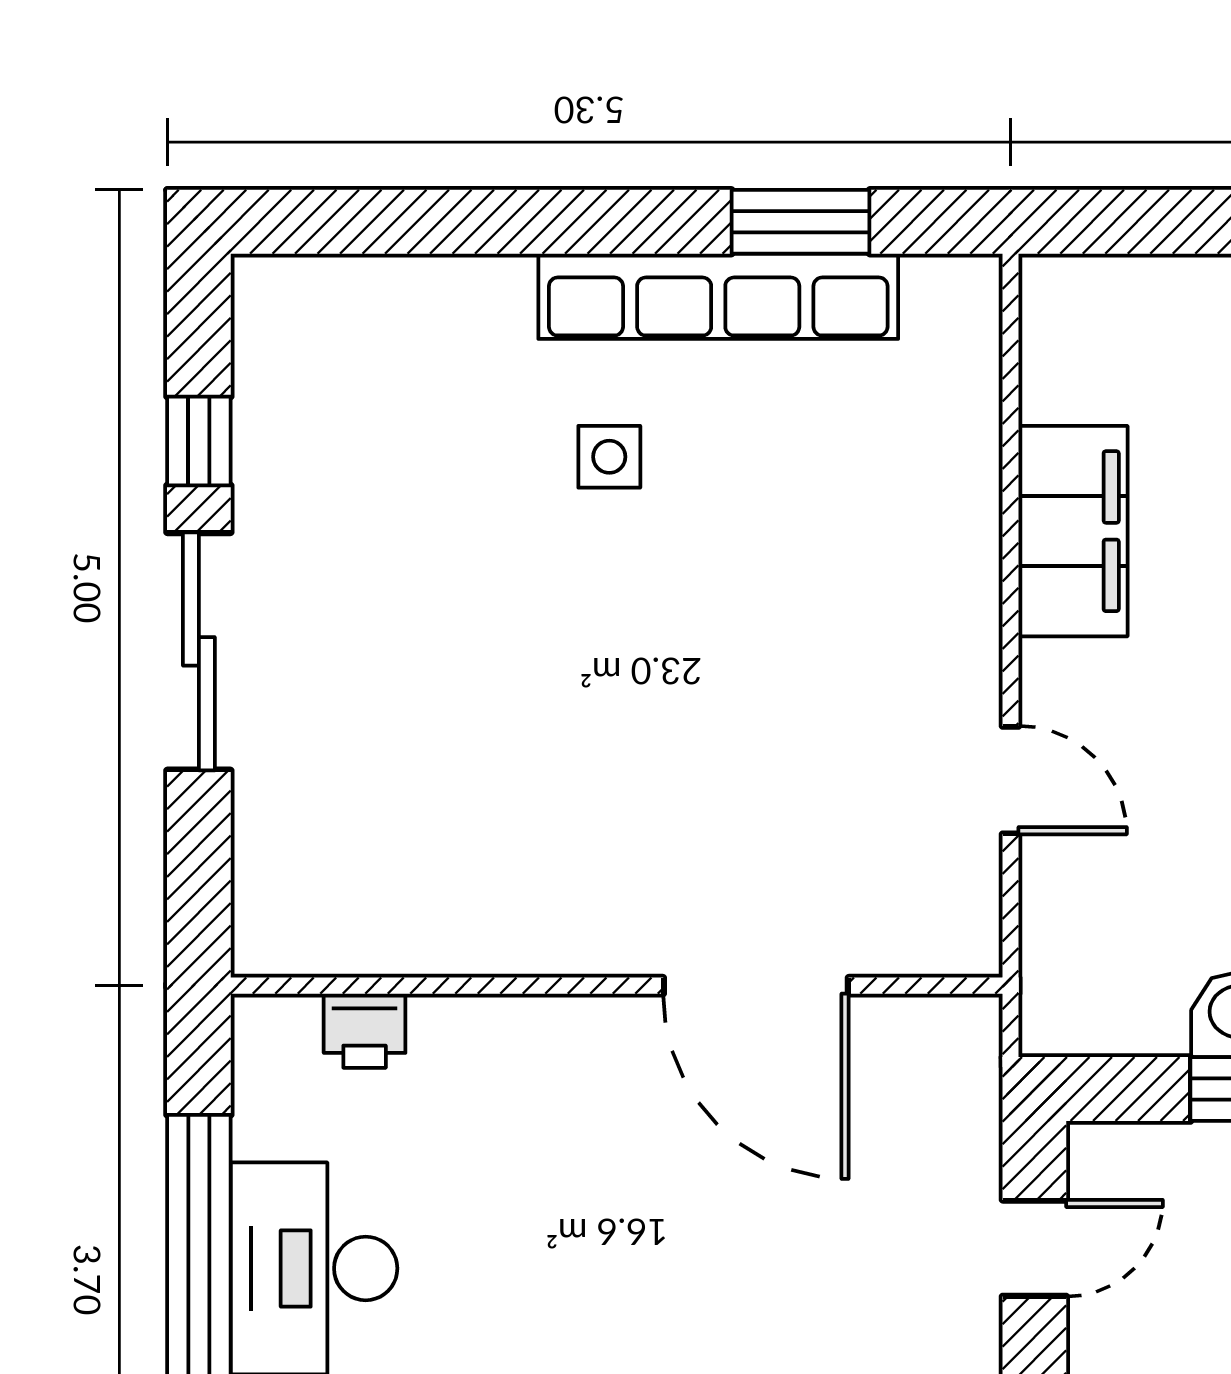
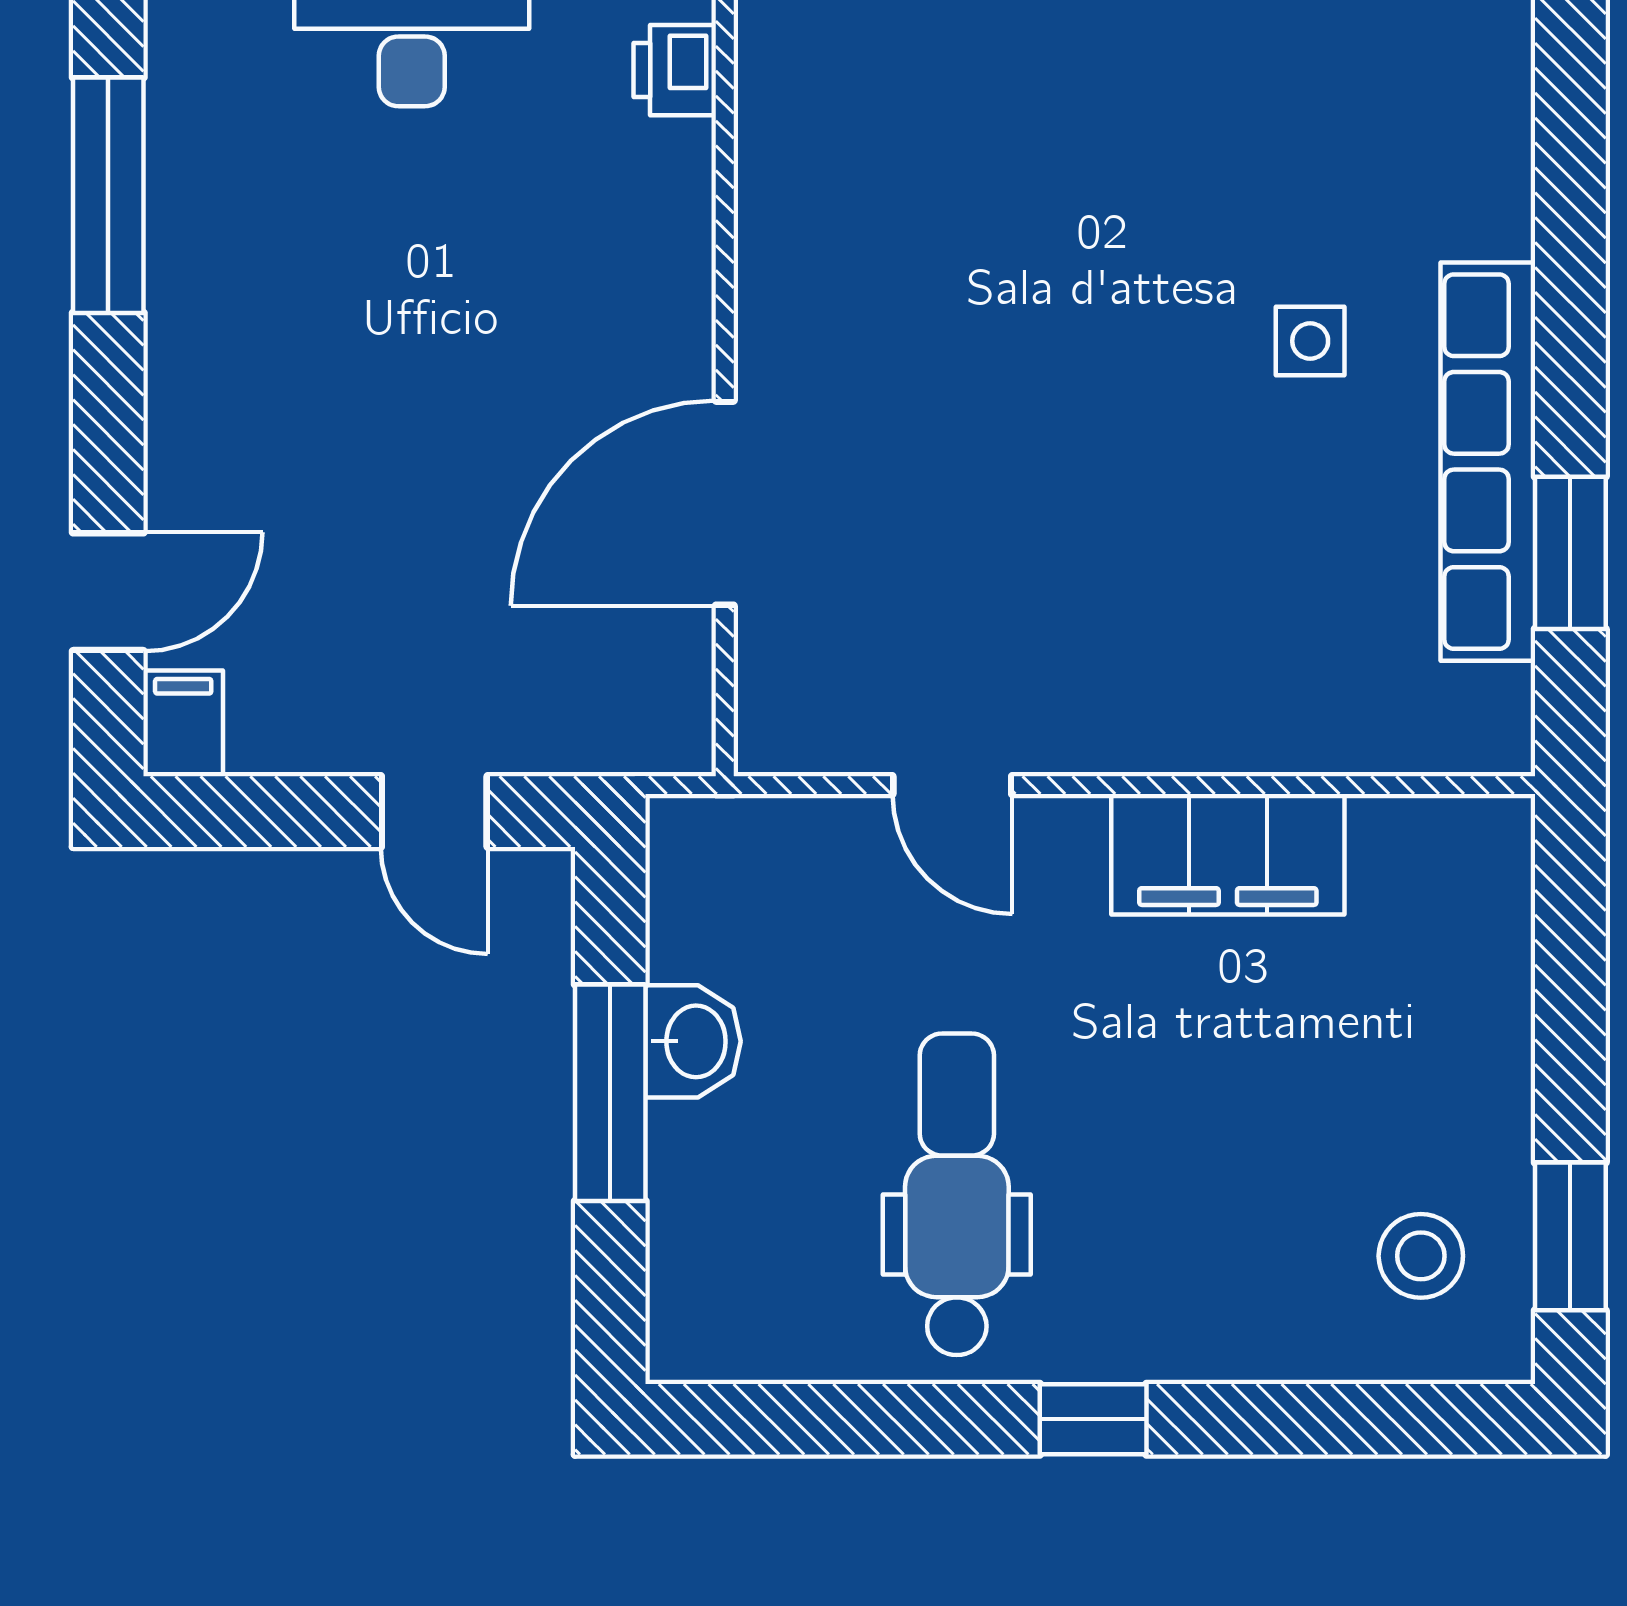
door: (1010, 780) -> (952, 785), hinge flipped

